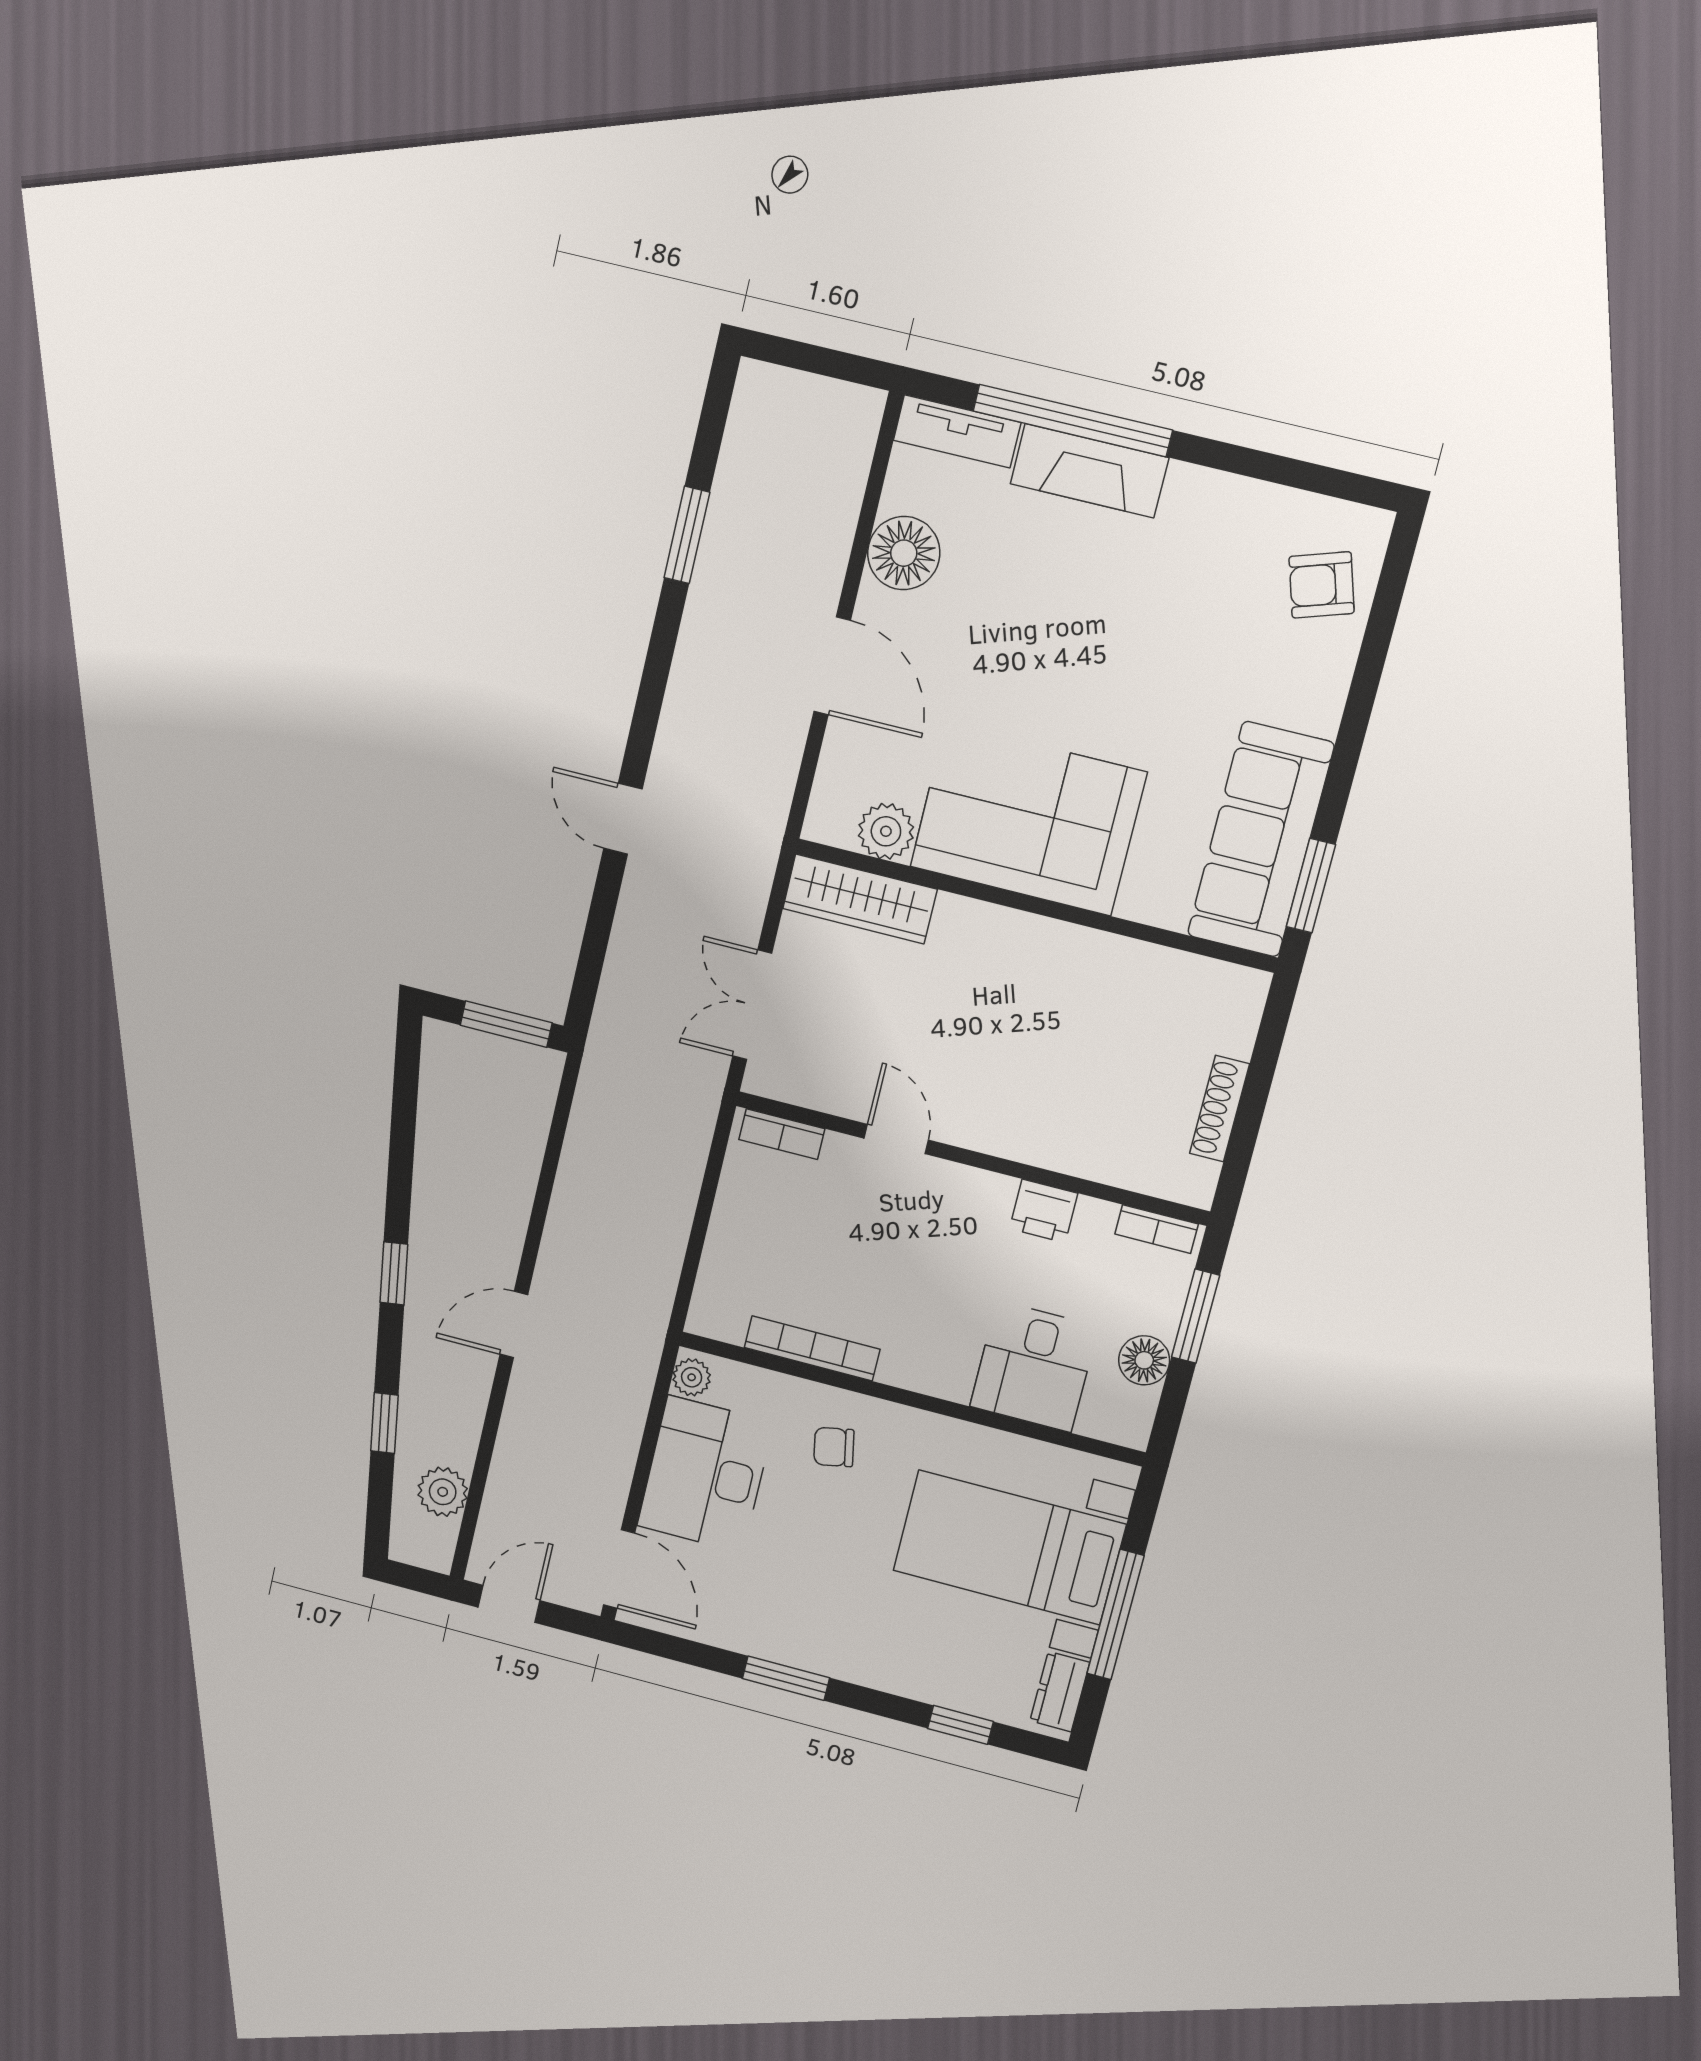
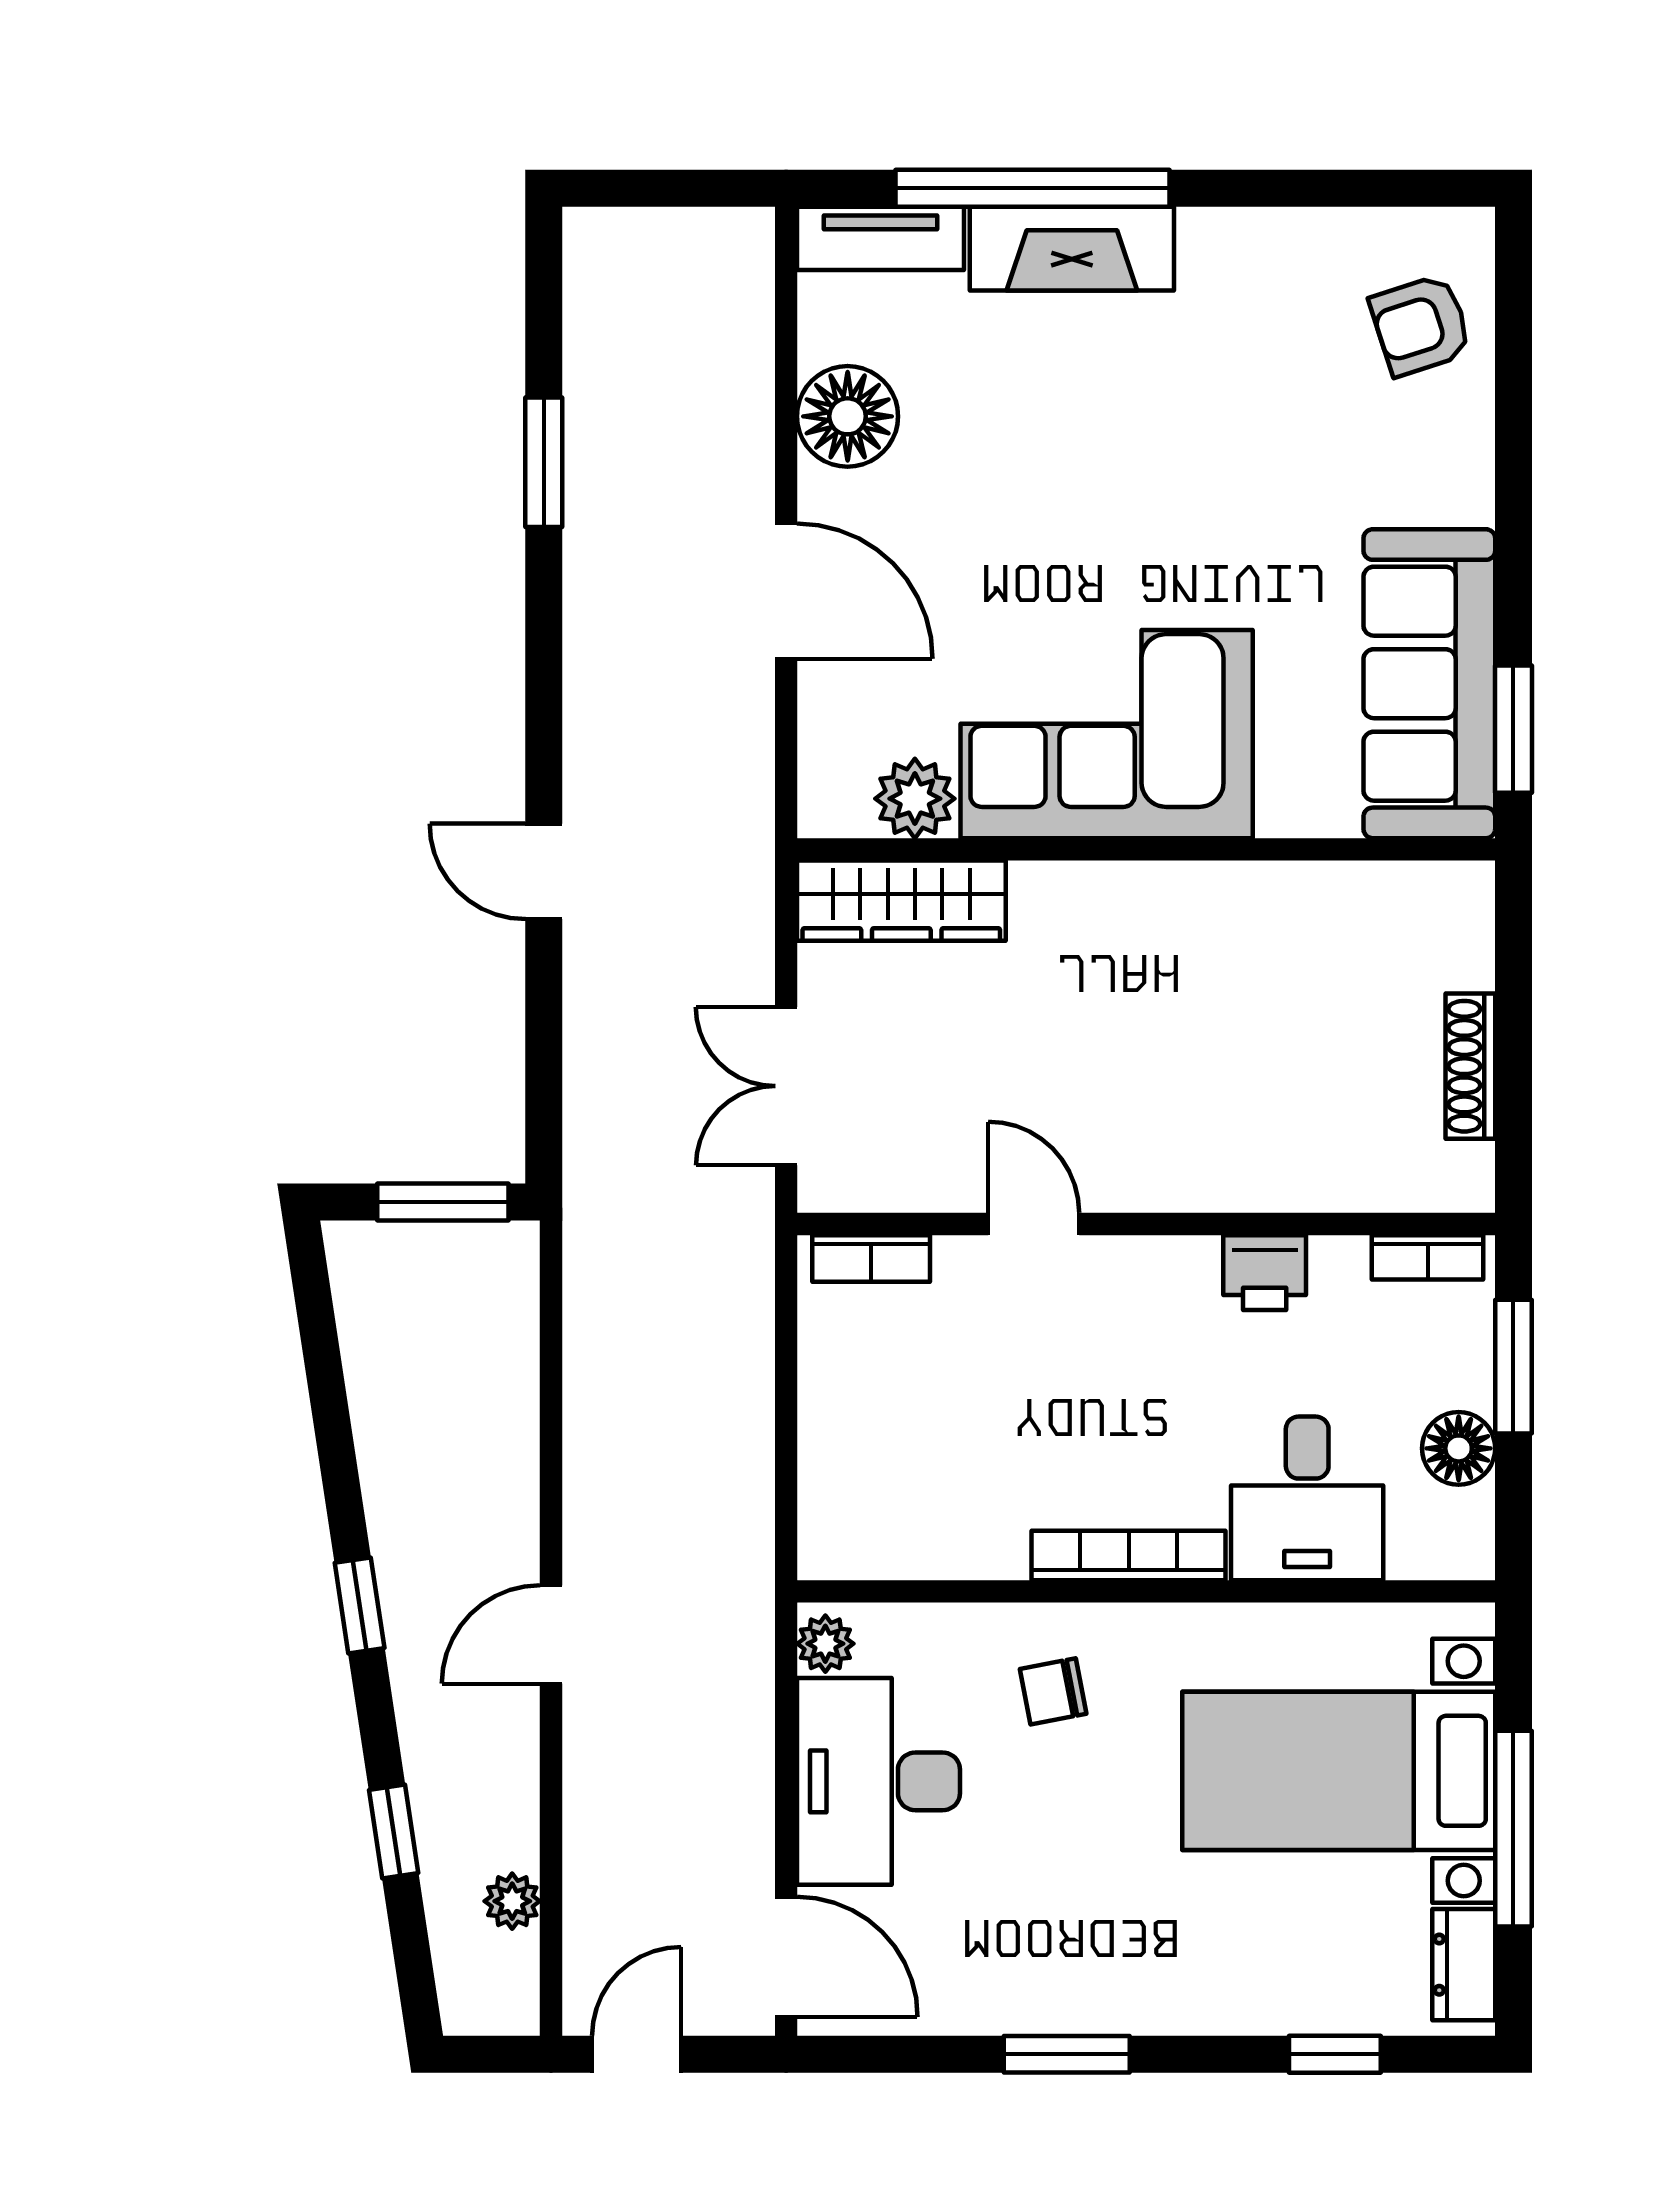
bookcase: (812, 1348) -> (1129, 1556), moved
plant: (443, 1492) -> (512, 1901), width x0.73, depth x0.73

